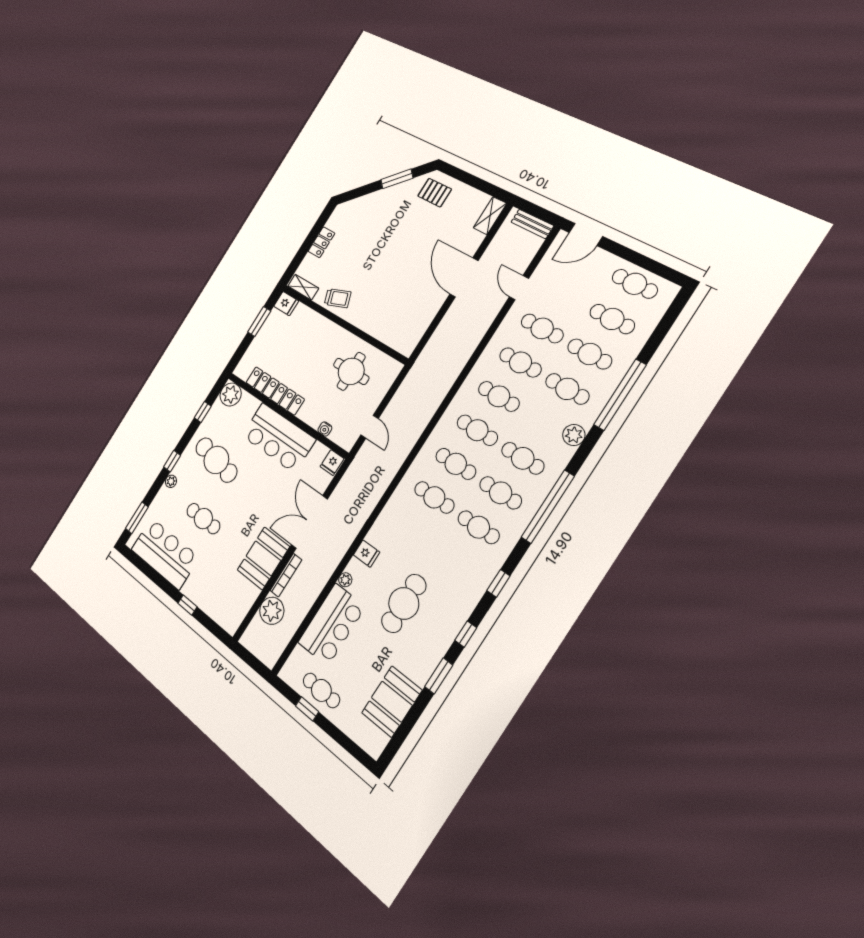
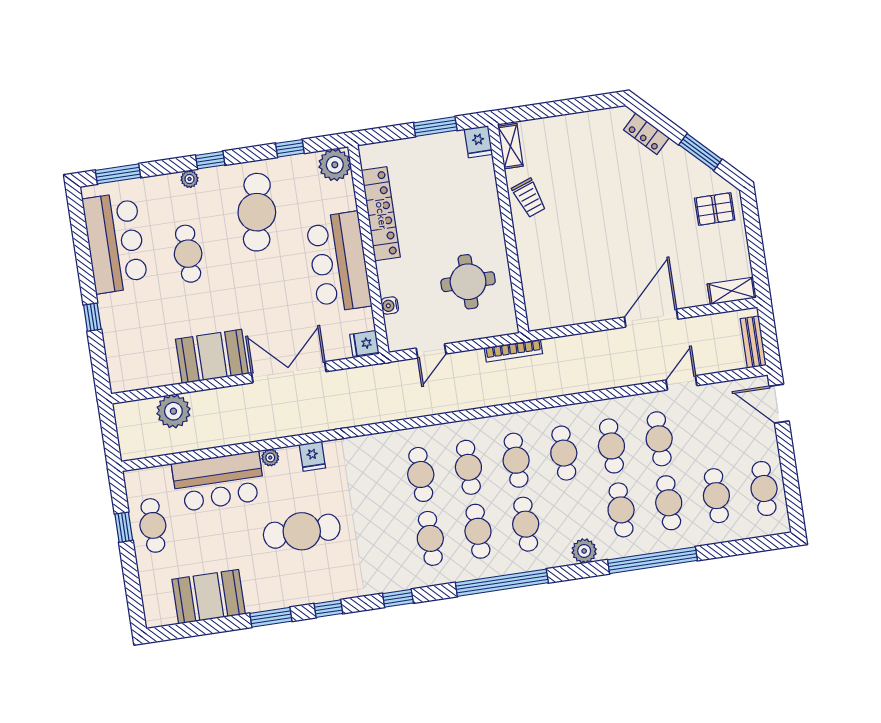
pallet: (435, 193) -> (715, 209), turned 90
locker: (321, 242) -> (646, 134), moved, turned 45
bookcase: (286, 575) -> (513, 351), moved

